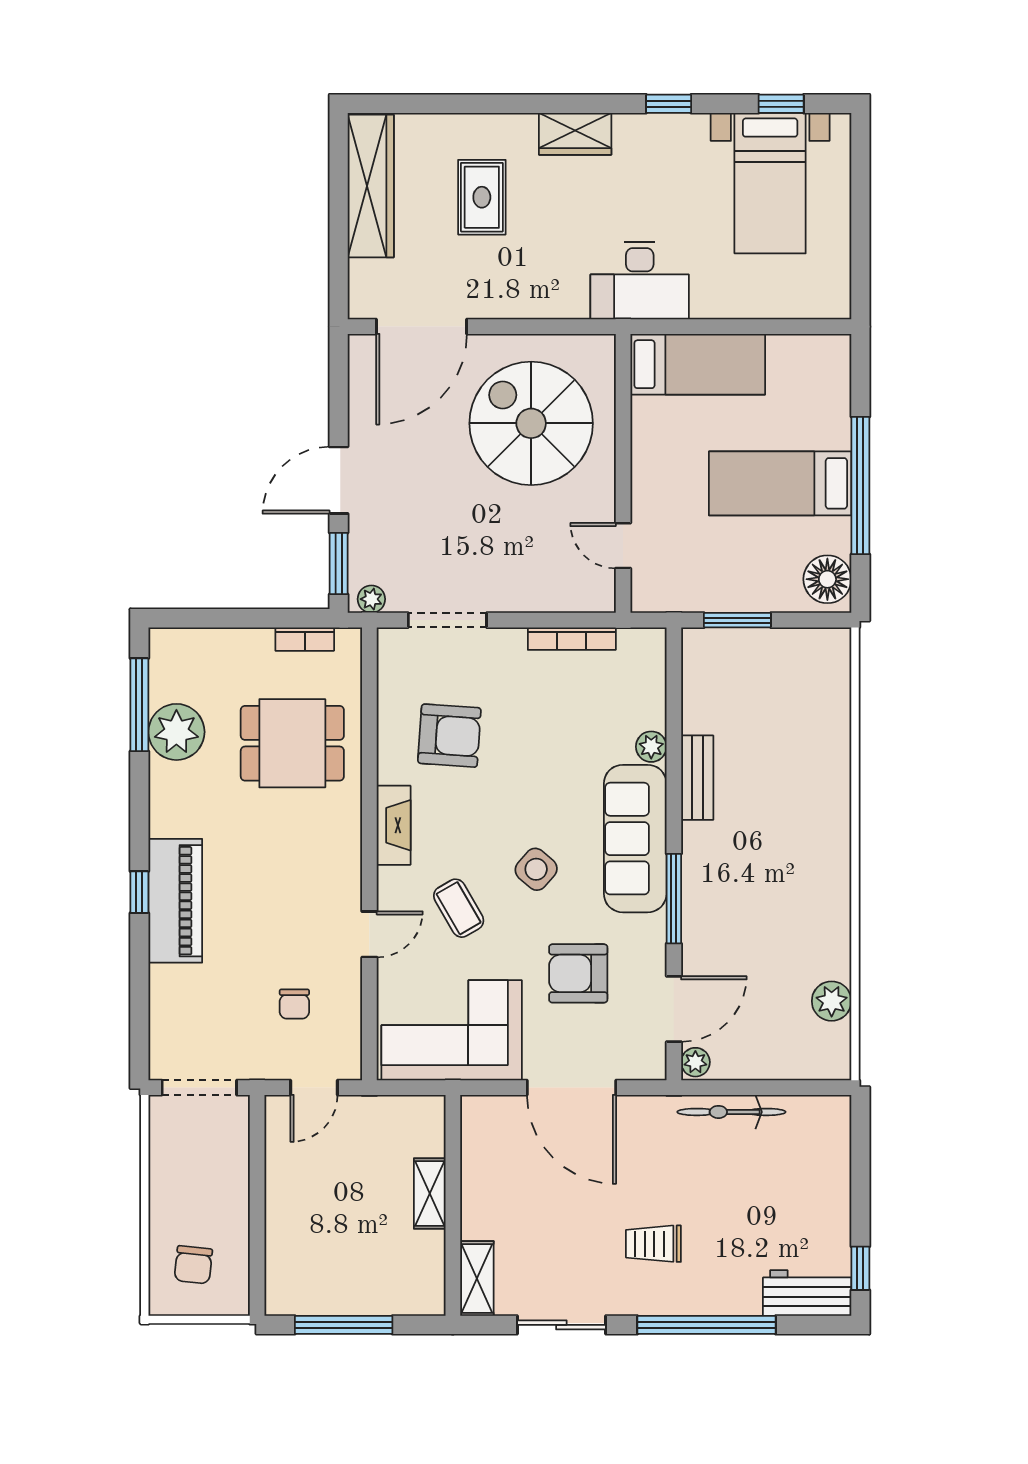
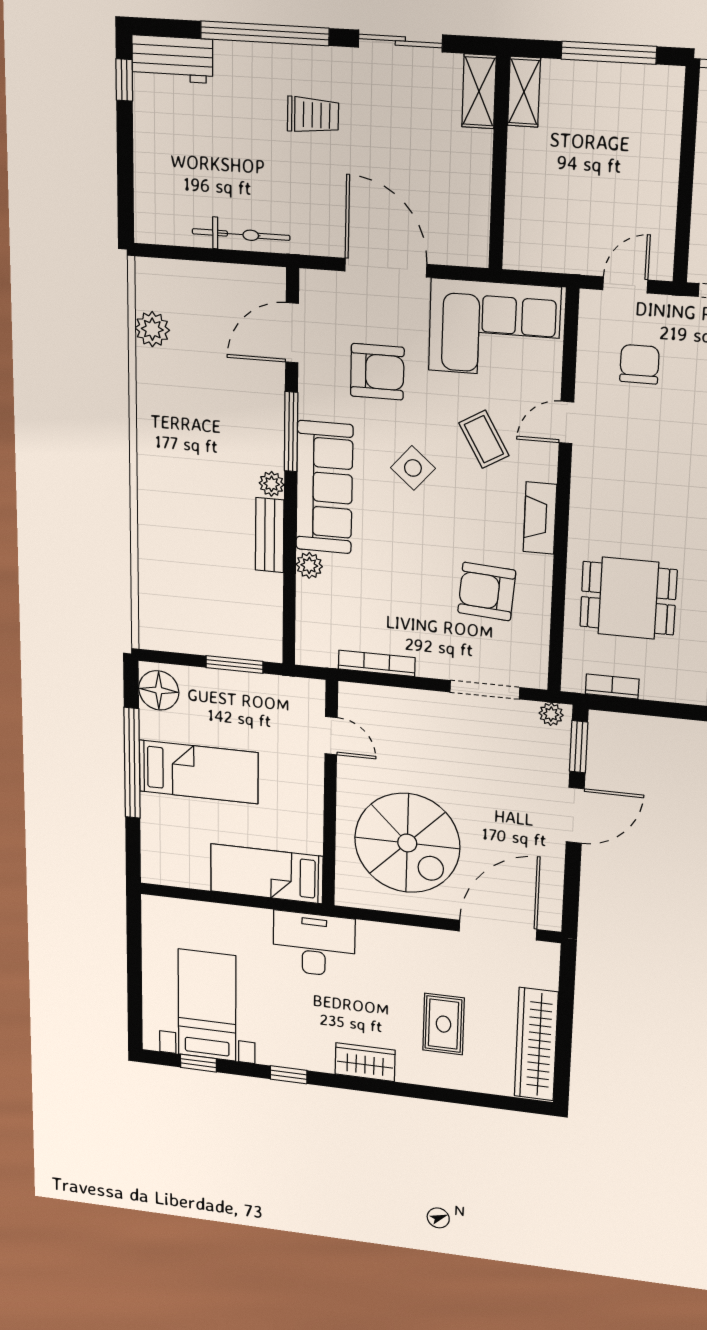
chair: (294, 1004) -> (639, 364), width x1.37, depth x1.37
plant: (695, 1062) -> (272, 484), moved
shelving: (430, 1194) -> (524, 92), moved

